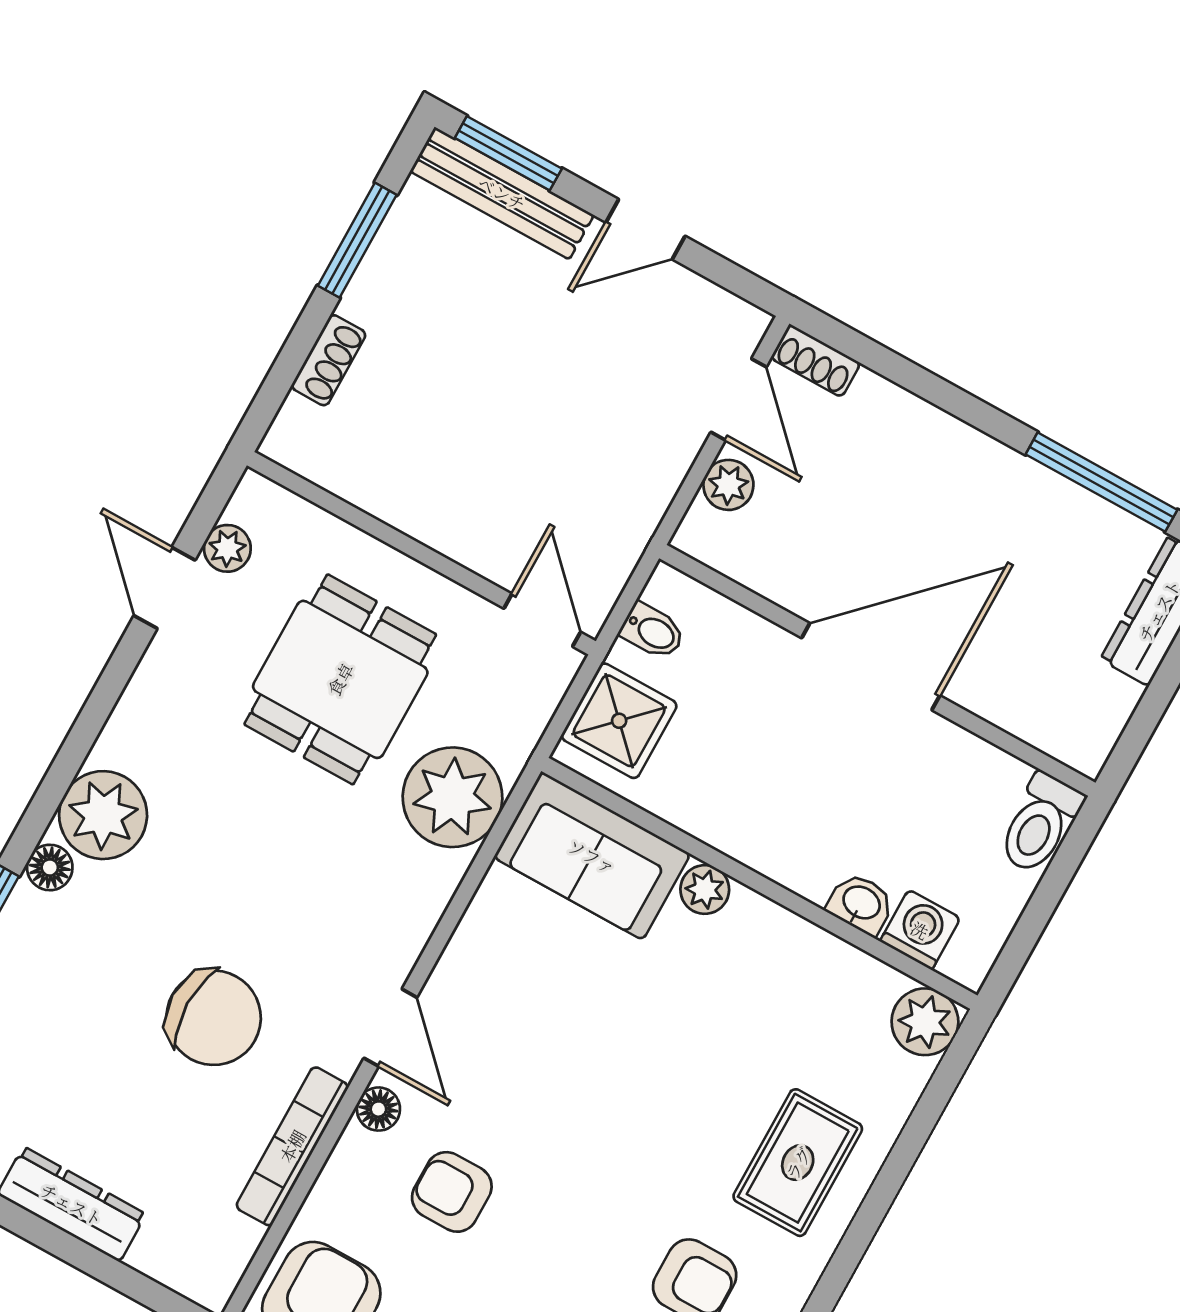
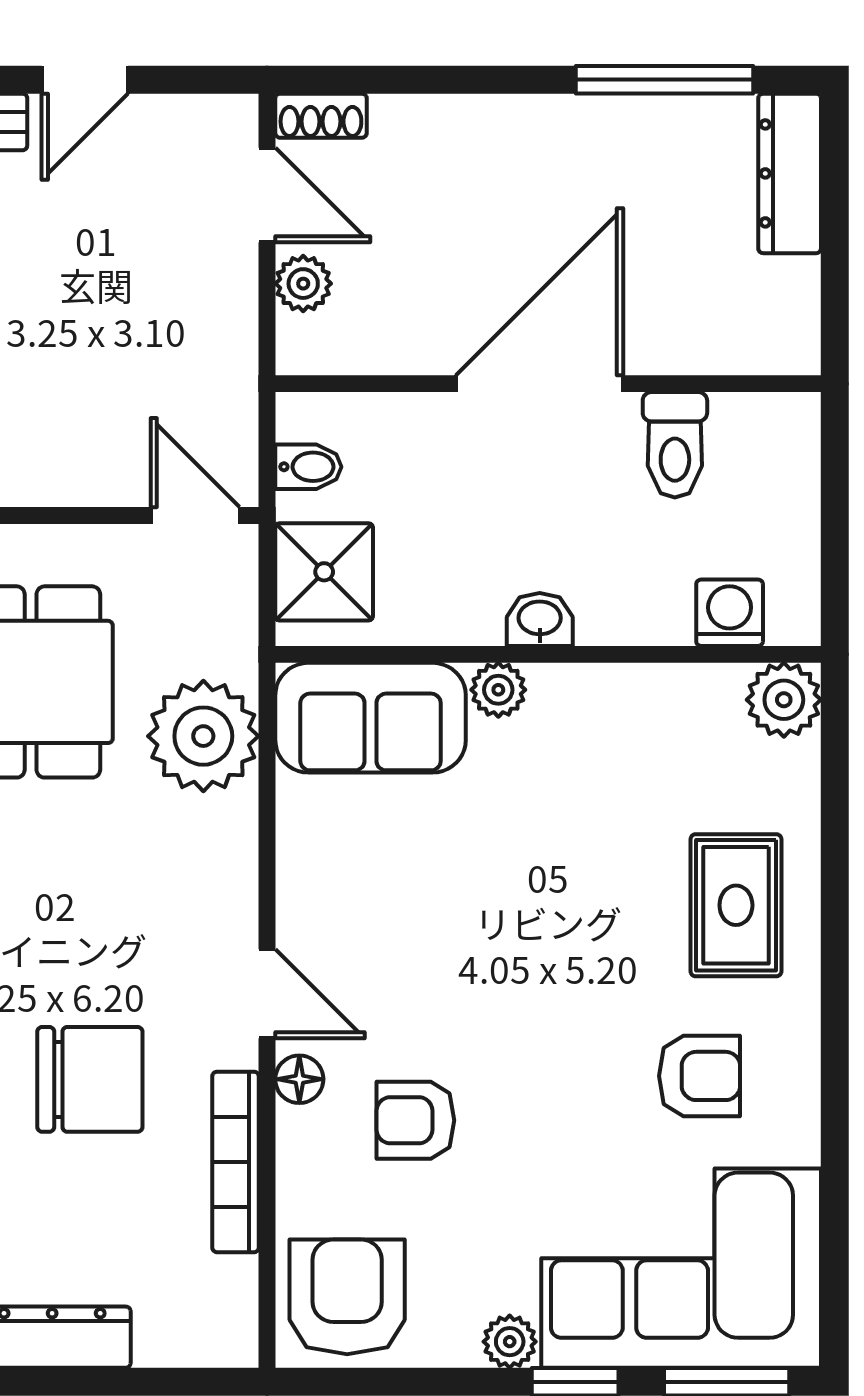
toilet: (1040, 823) -> (675, 445), moved
washbasin: (861, 904) -> (540, 619), moved

